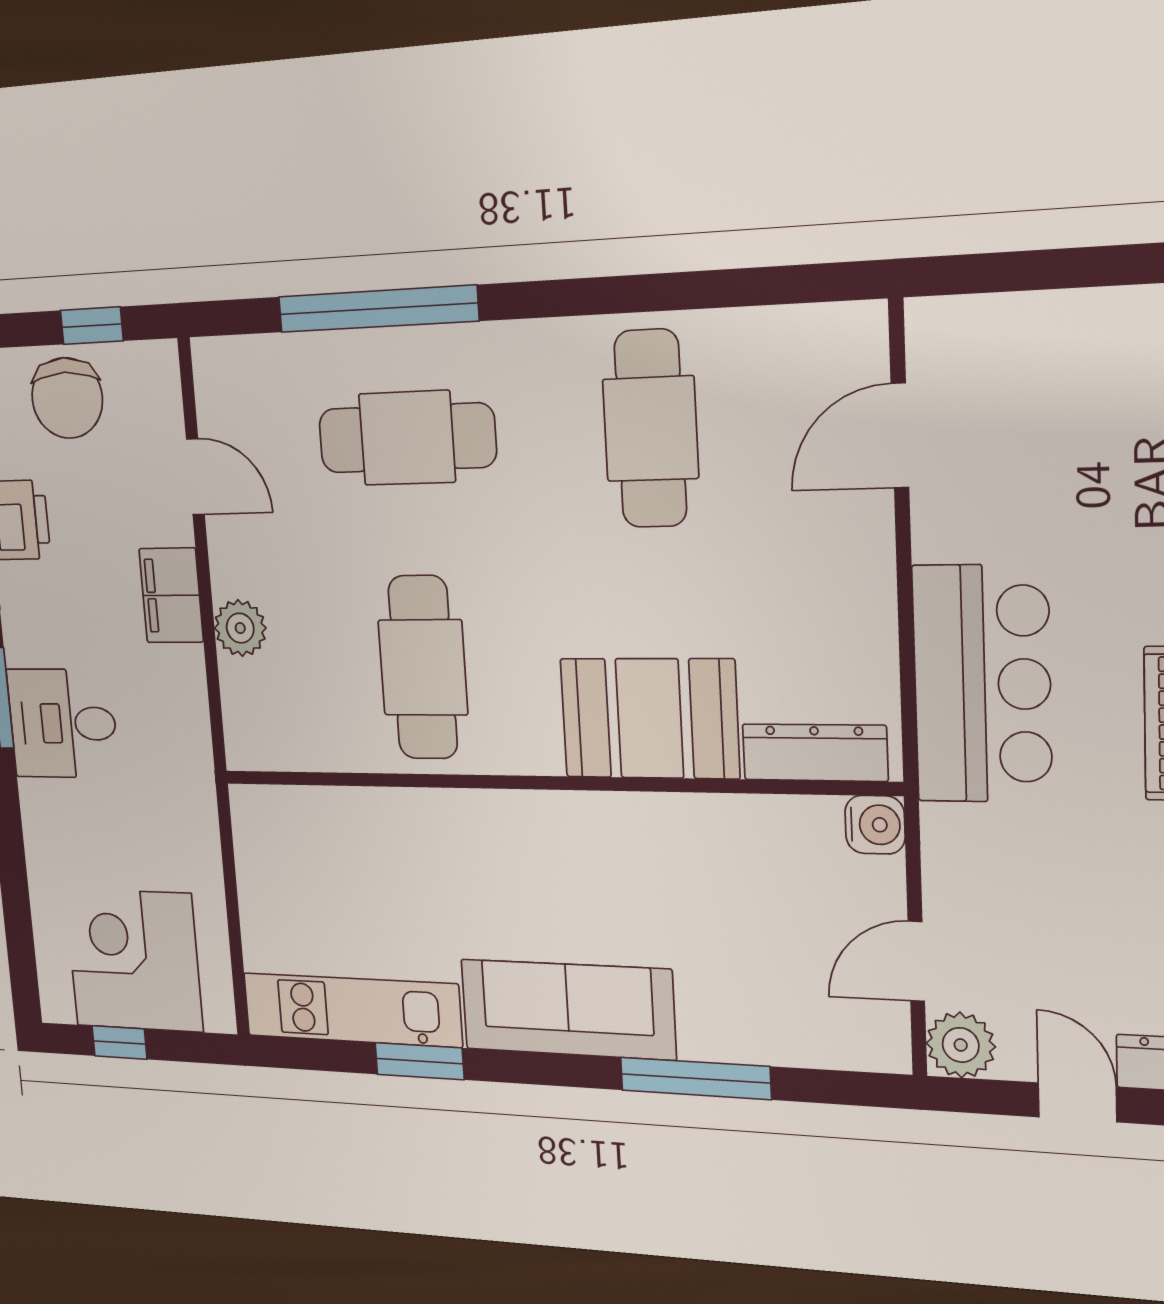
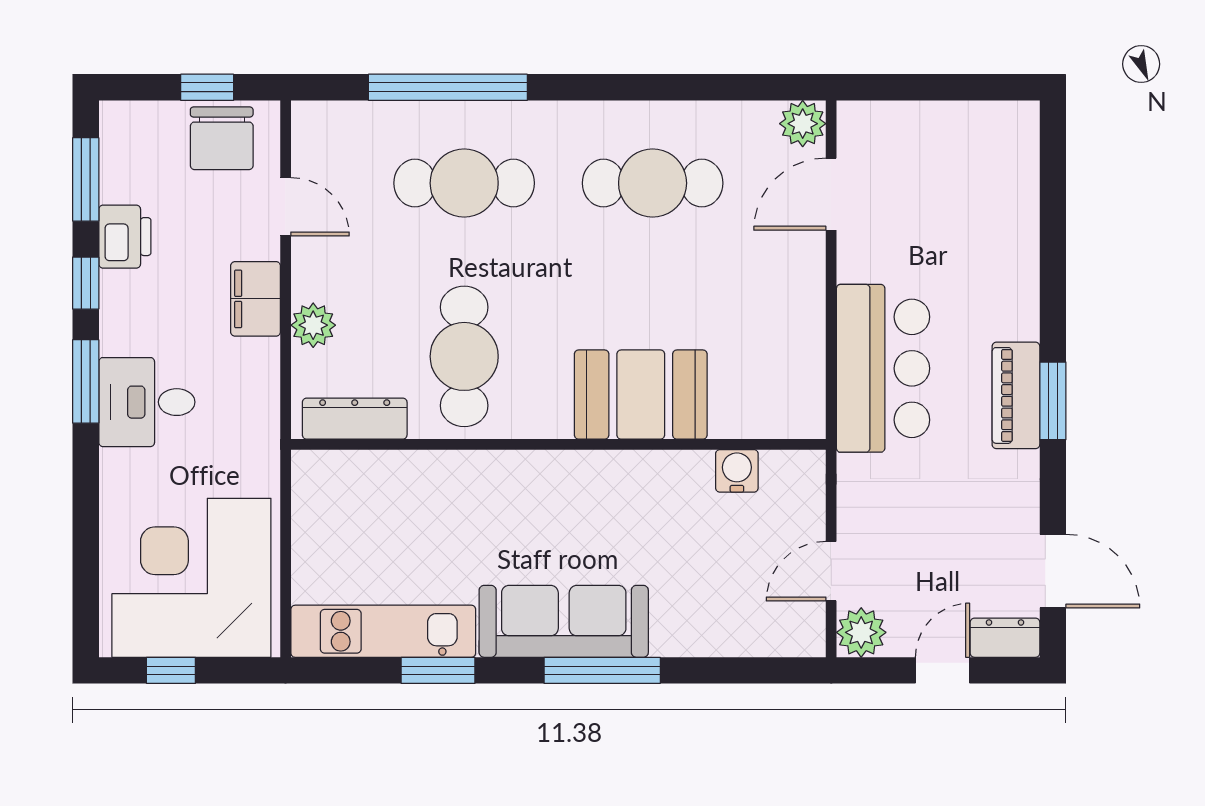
plant: (856, 334) -> (803, 124), added
chair: (67, 398) -> (222, 138), moved
cafe table: (650, 429) -> (653, 183), turned 90
dresser: (815, 753) -> (355, 419), moved
water cooler: (875, 825) -> (737, 471), moved, turned -90
corner desk: (134, 960) -> (191, 578), width x1.36, depth x1.36
window: (695, 1078) -> (602, 670), moved
door: (1077, 1102) -> (943, 670), hinge flipped

